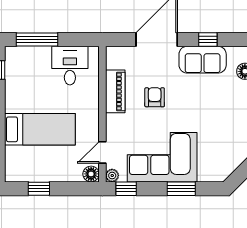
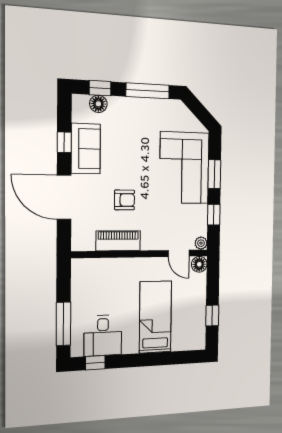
desk: (70, 66) -> (103, 335), moved, turned -90
armchair: (155, 97) -> (125, 200), turned 180
corner sofa: (162, 157) -> (184, 168), moved
window: (126, 189) -> (214, 215), moved

